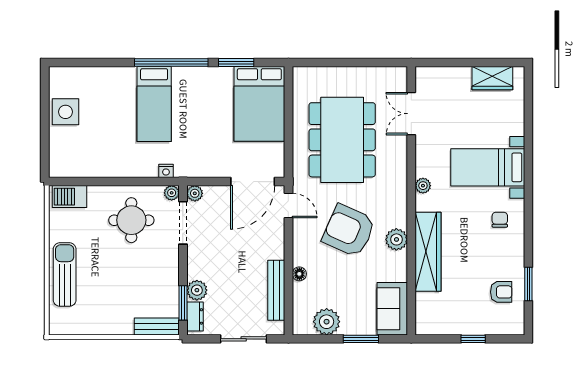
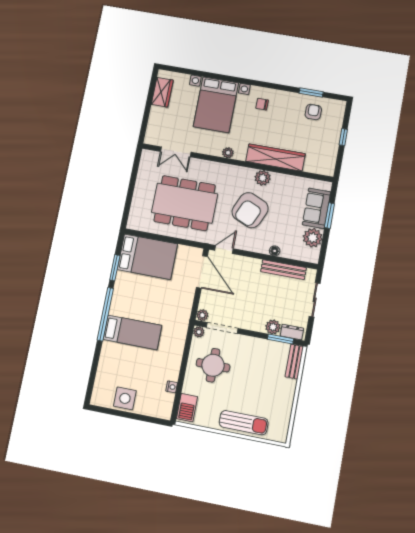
bed with nightstands: (488, 167) -> (216, 105), width x1.36
nightstand: (166, 171) -> (172, 387), moved
sun lounger: (65, 275) -> (244, 423), turned 180
sofa: (392, 309) -> (317, 208), moved, turned 90

